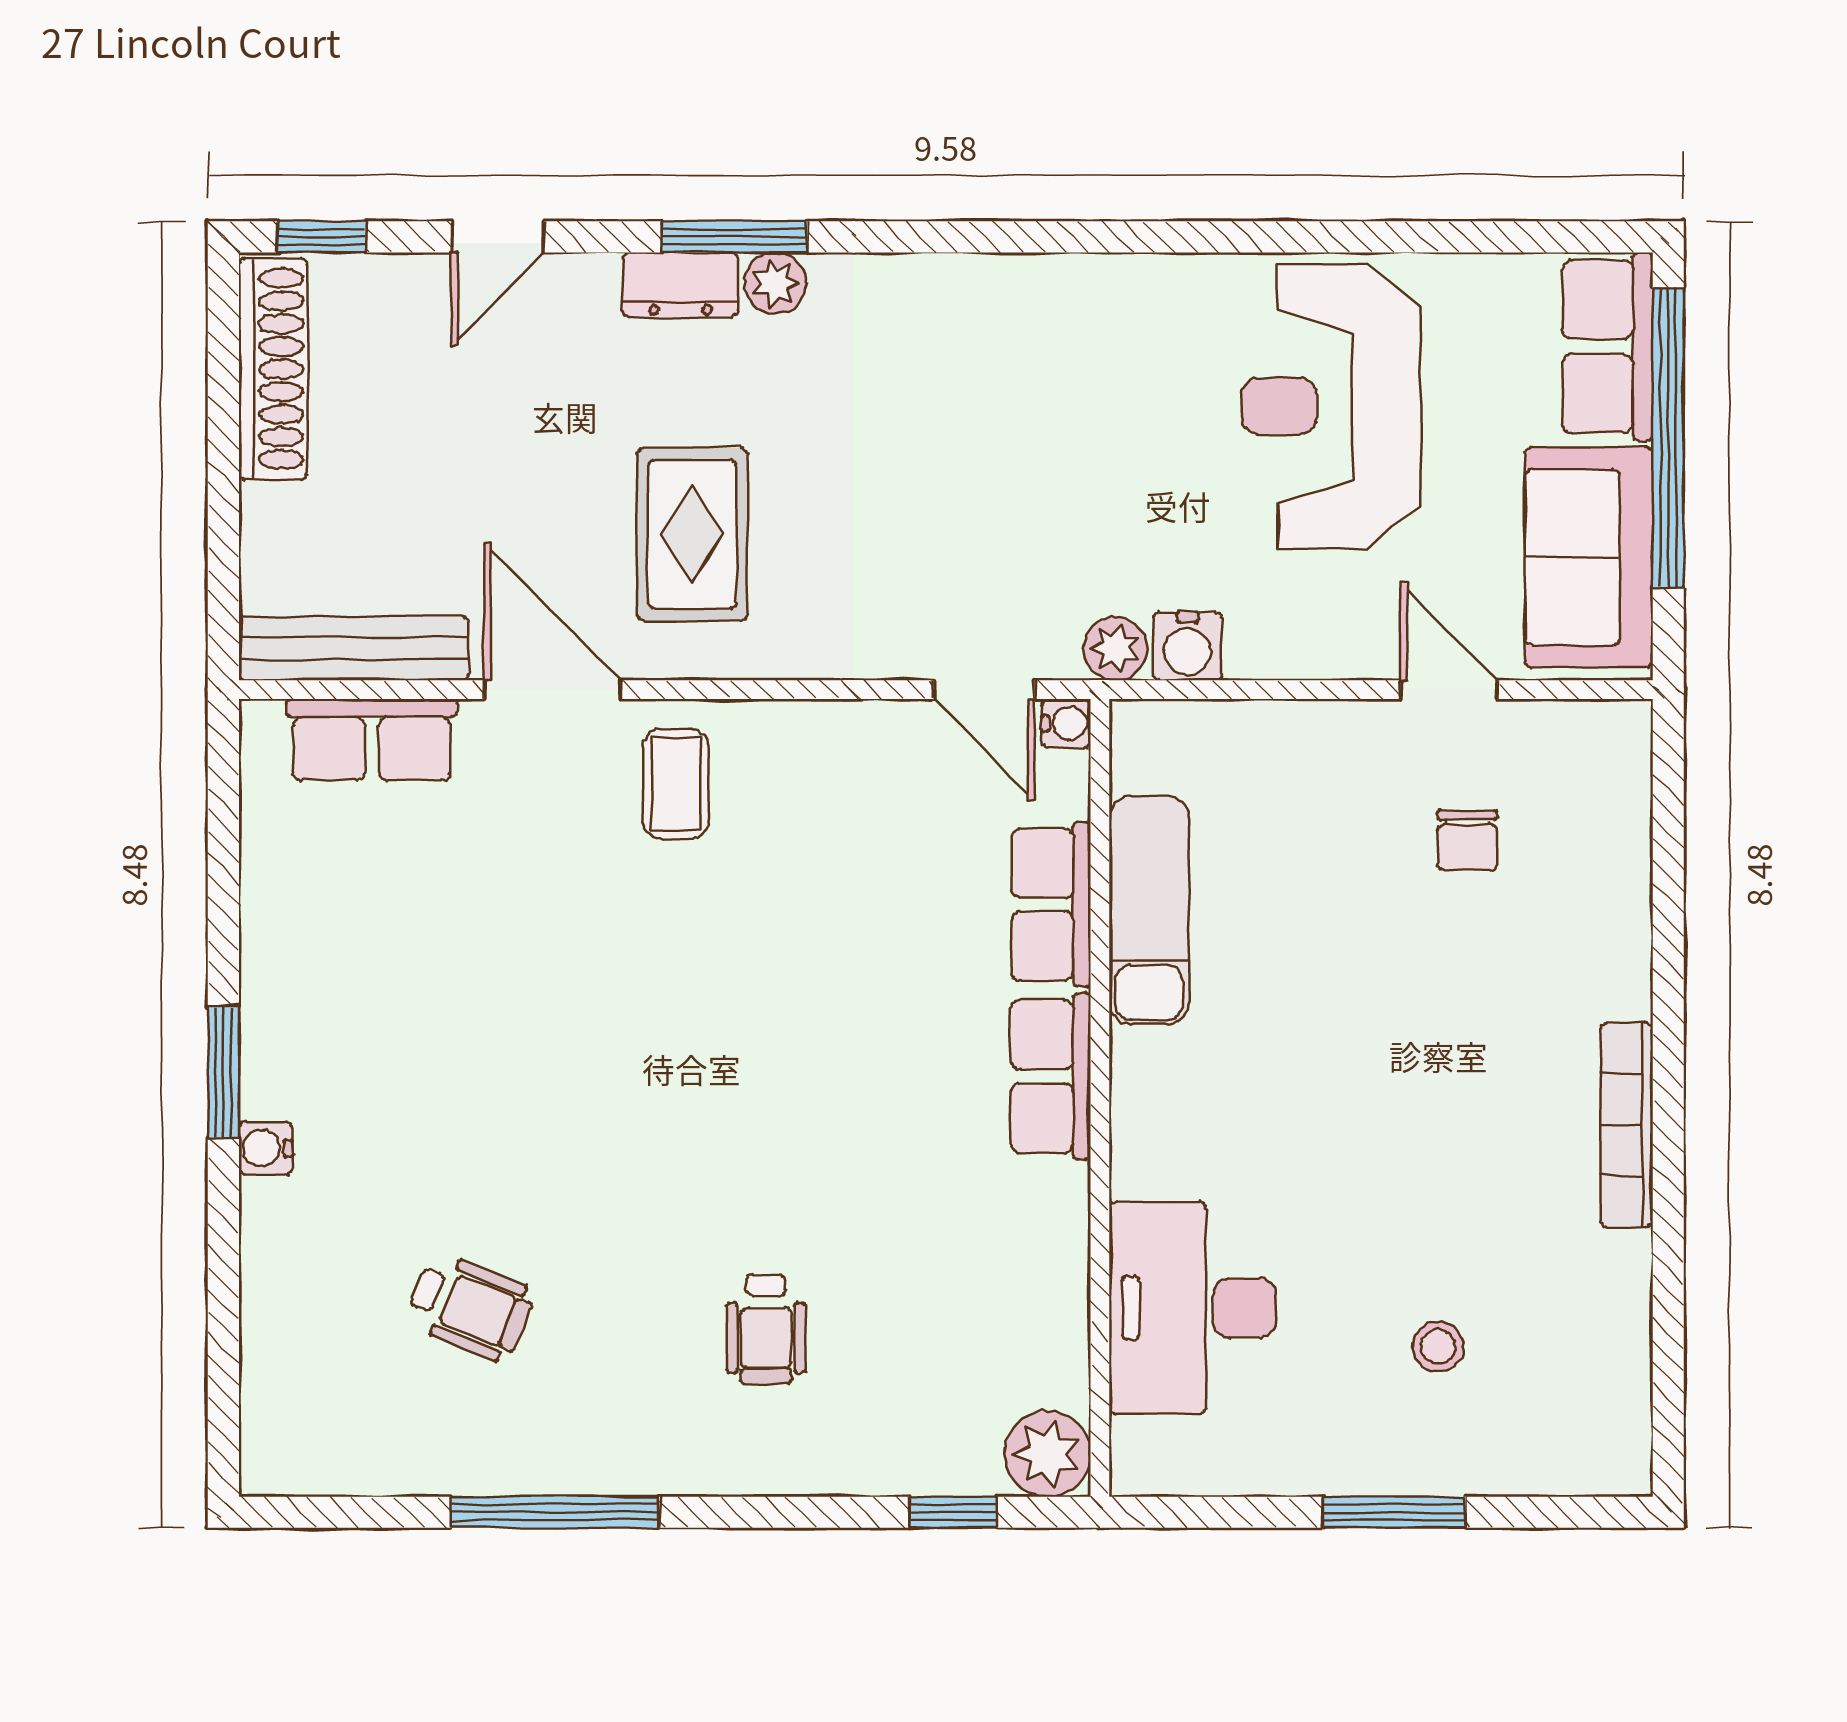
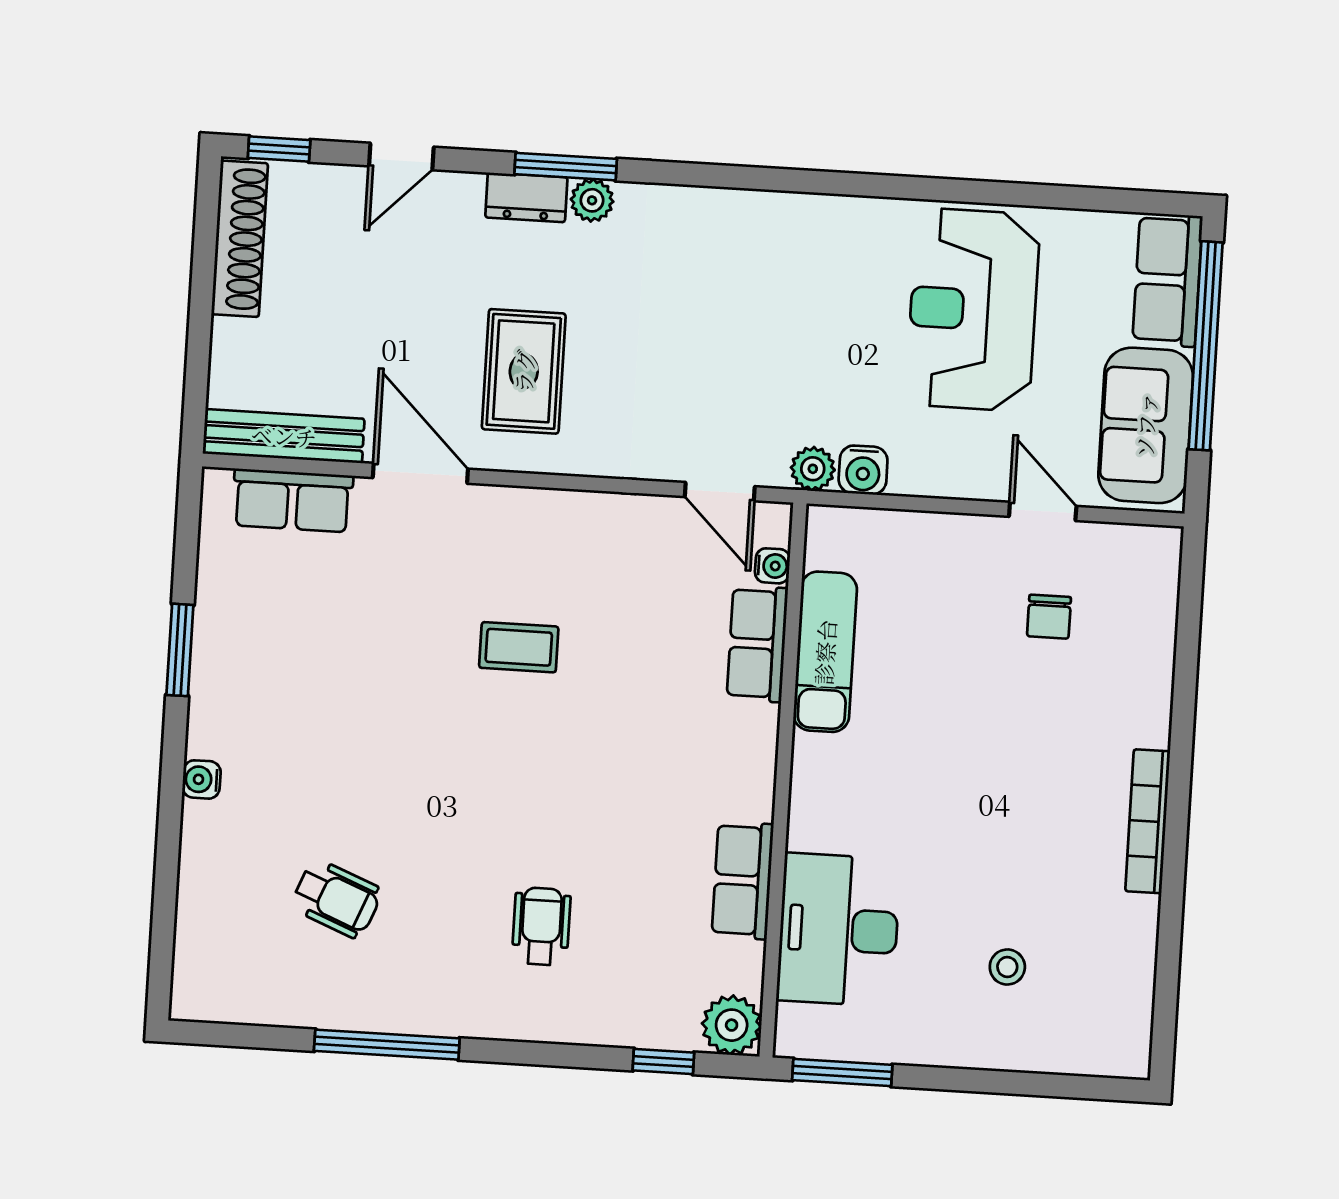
water cooler: (1066, 723) -> (772, 566), moved
coffee table: (676, 784) -> (519, 647), moved, turned 90
window: (223, 1072) -> (180, 650), moved
row of seats: (1051, 1076) -> (743, 880), moved
wheelchair: (766, 1329) -> (541, 926), turned 180
window: (1394, 1512) -> (842, 1072), moved

